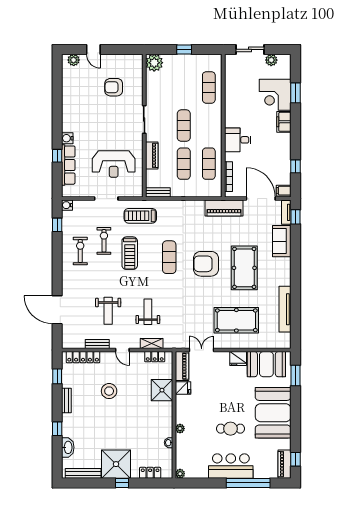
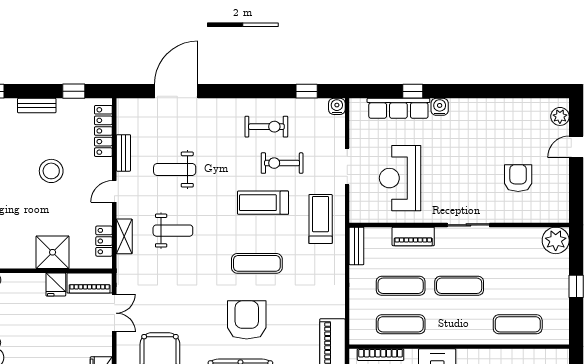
exercise bike: (104, 241) -> (282, 163), turned 180

